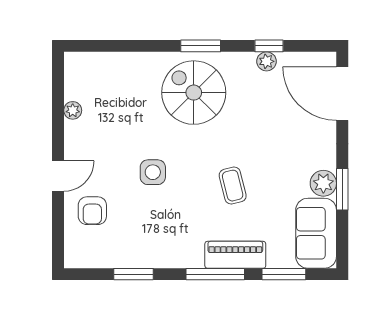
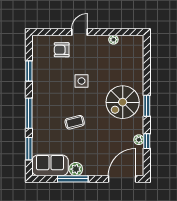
spiral stairs: (194, 93) -> (123, 102), turned 180
door: (58, 176) -> (80, 32), swing flipped
window: (342, 189) -> (73, 179), width x1.44
piano: (235, 255) -> (39, 124), removed

